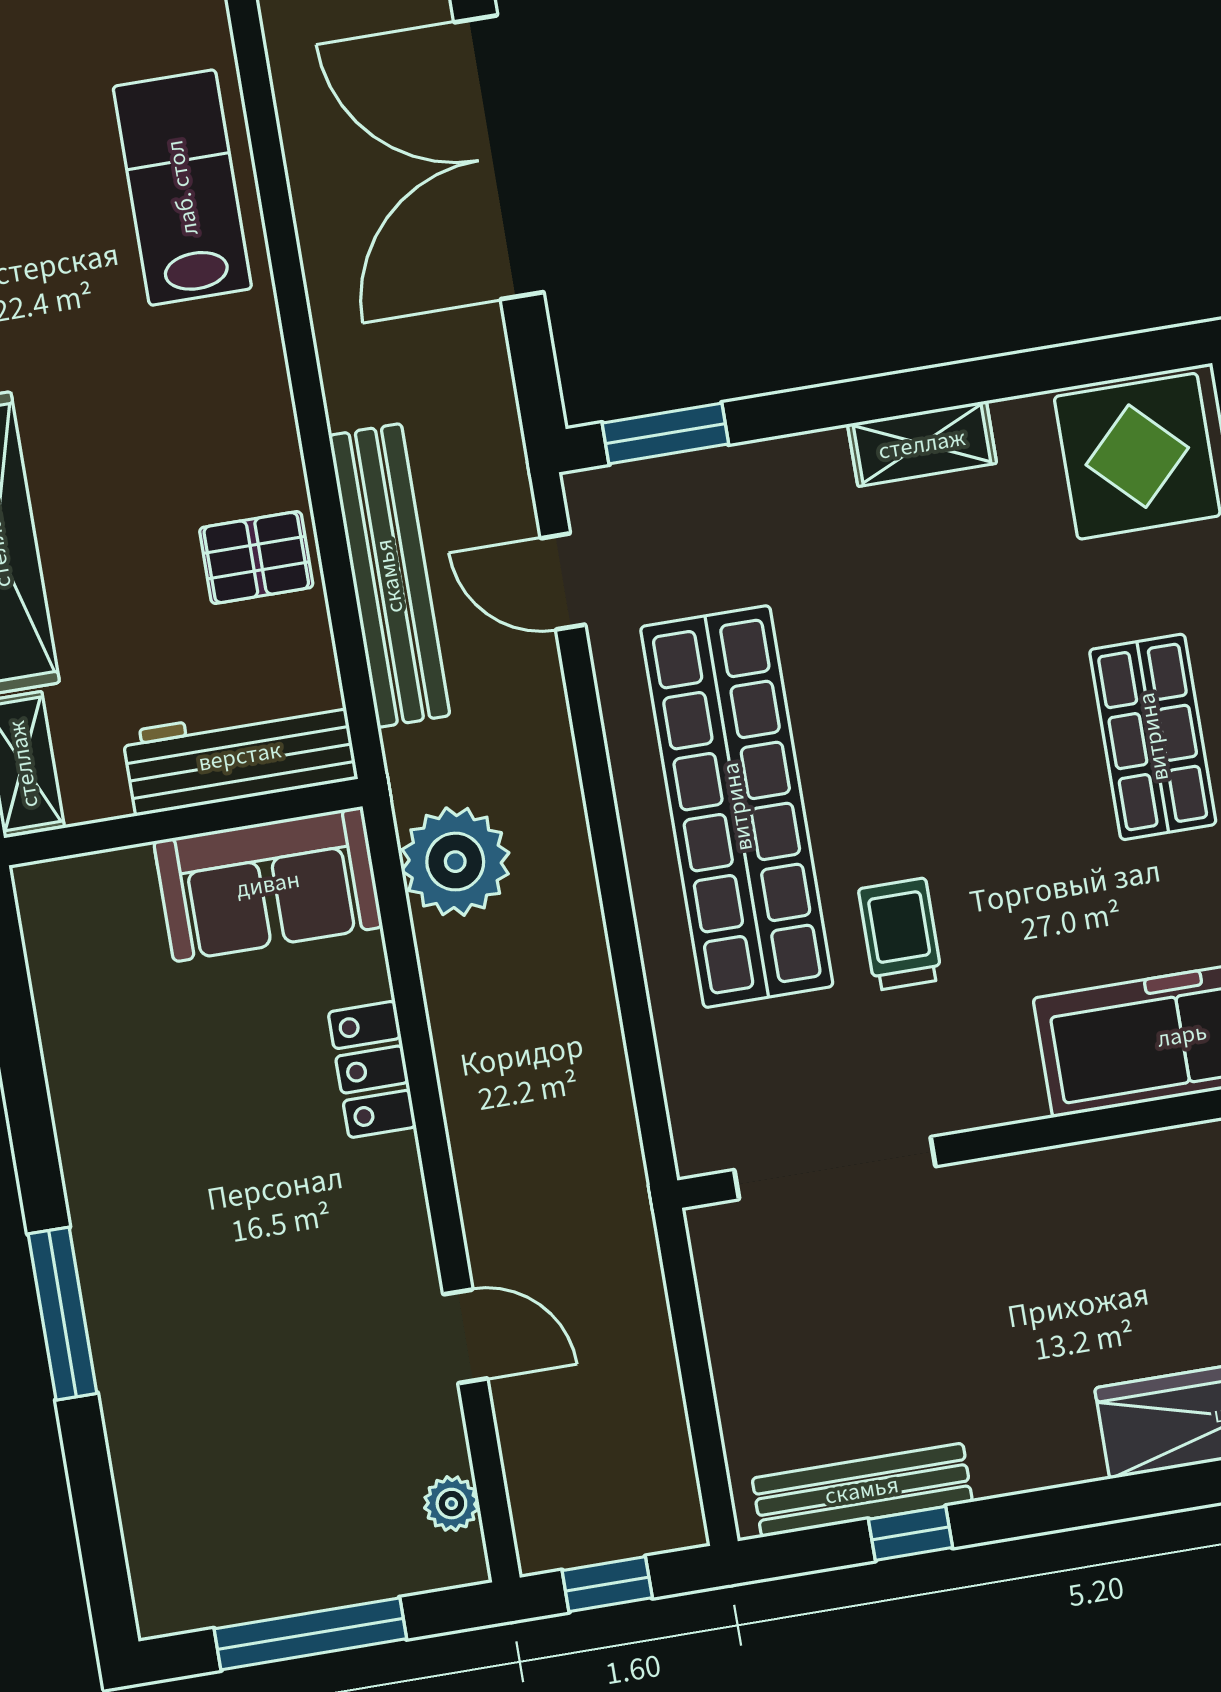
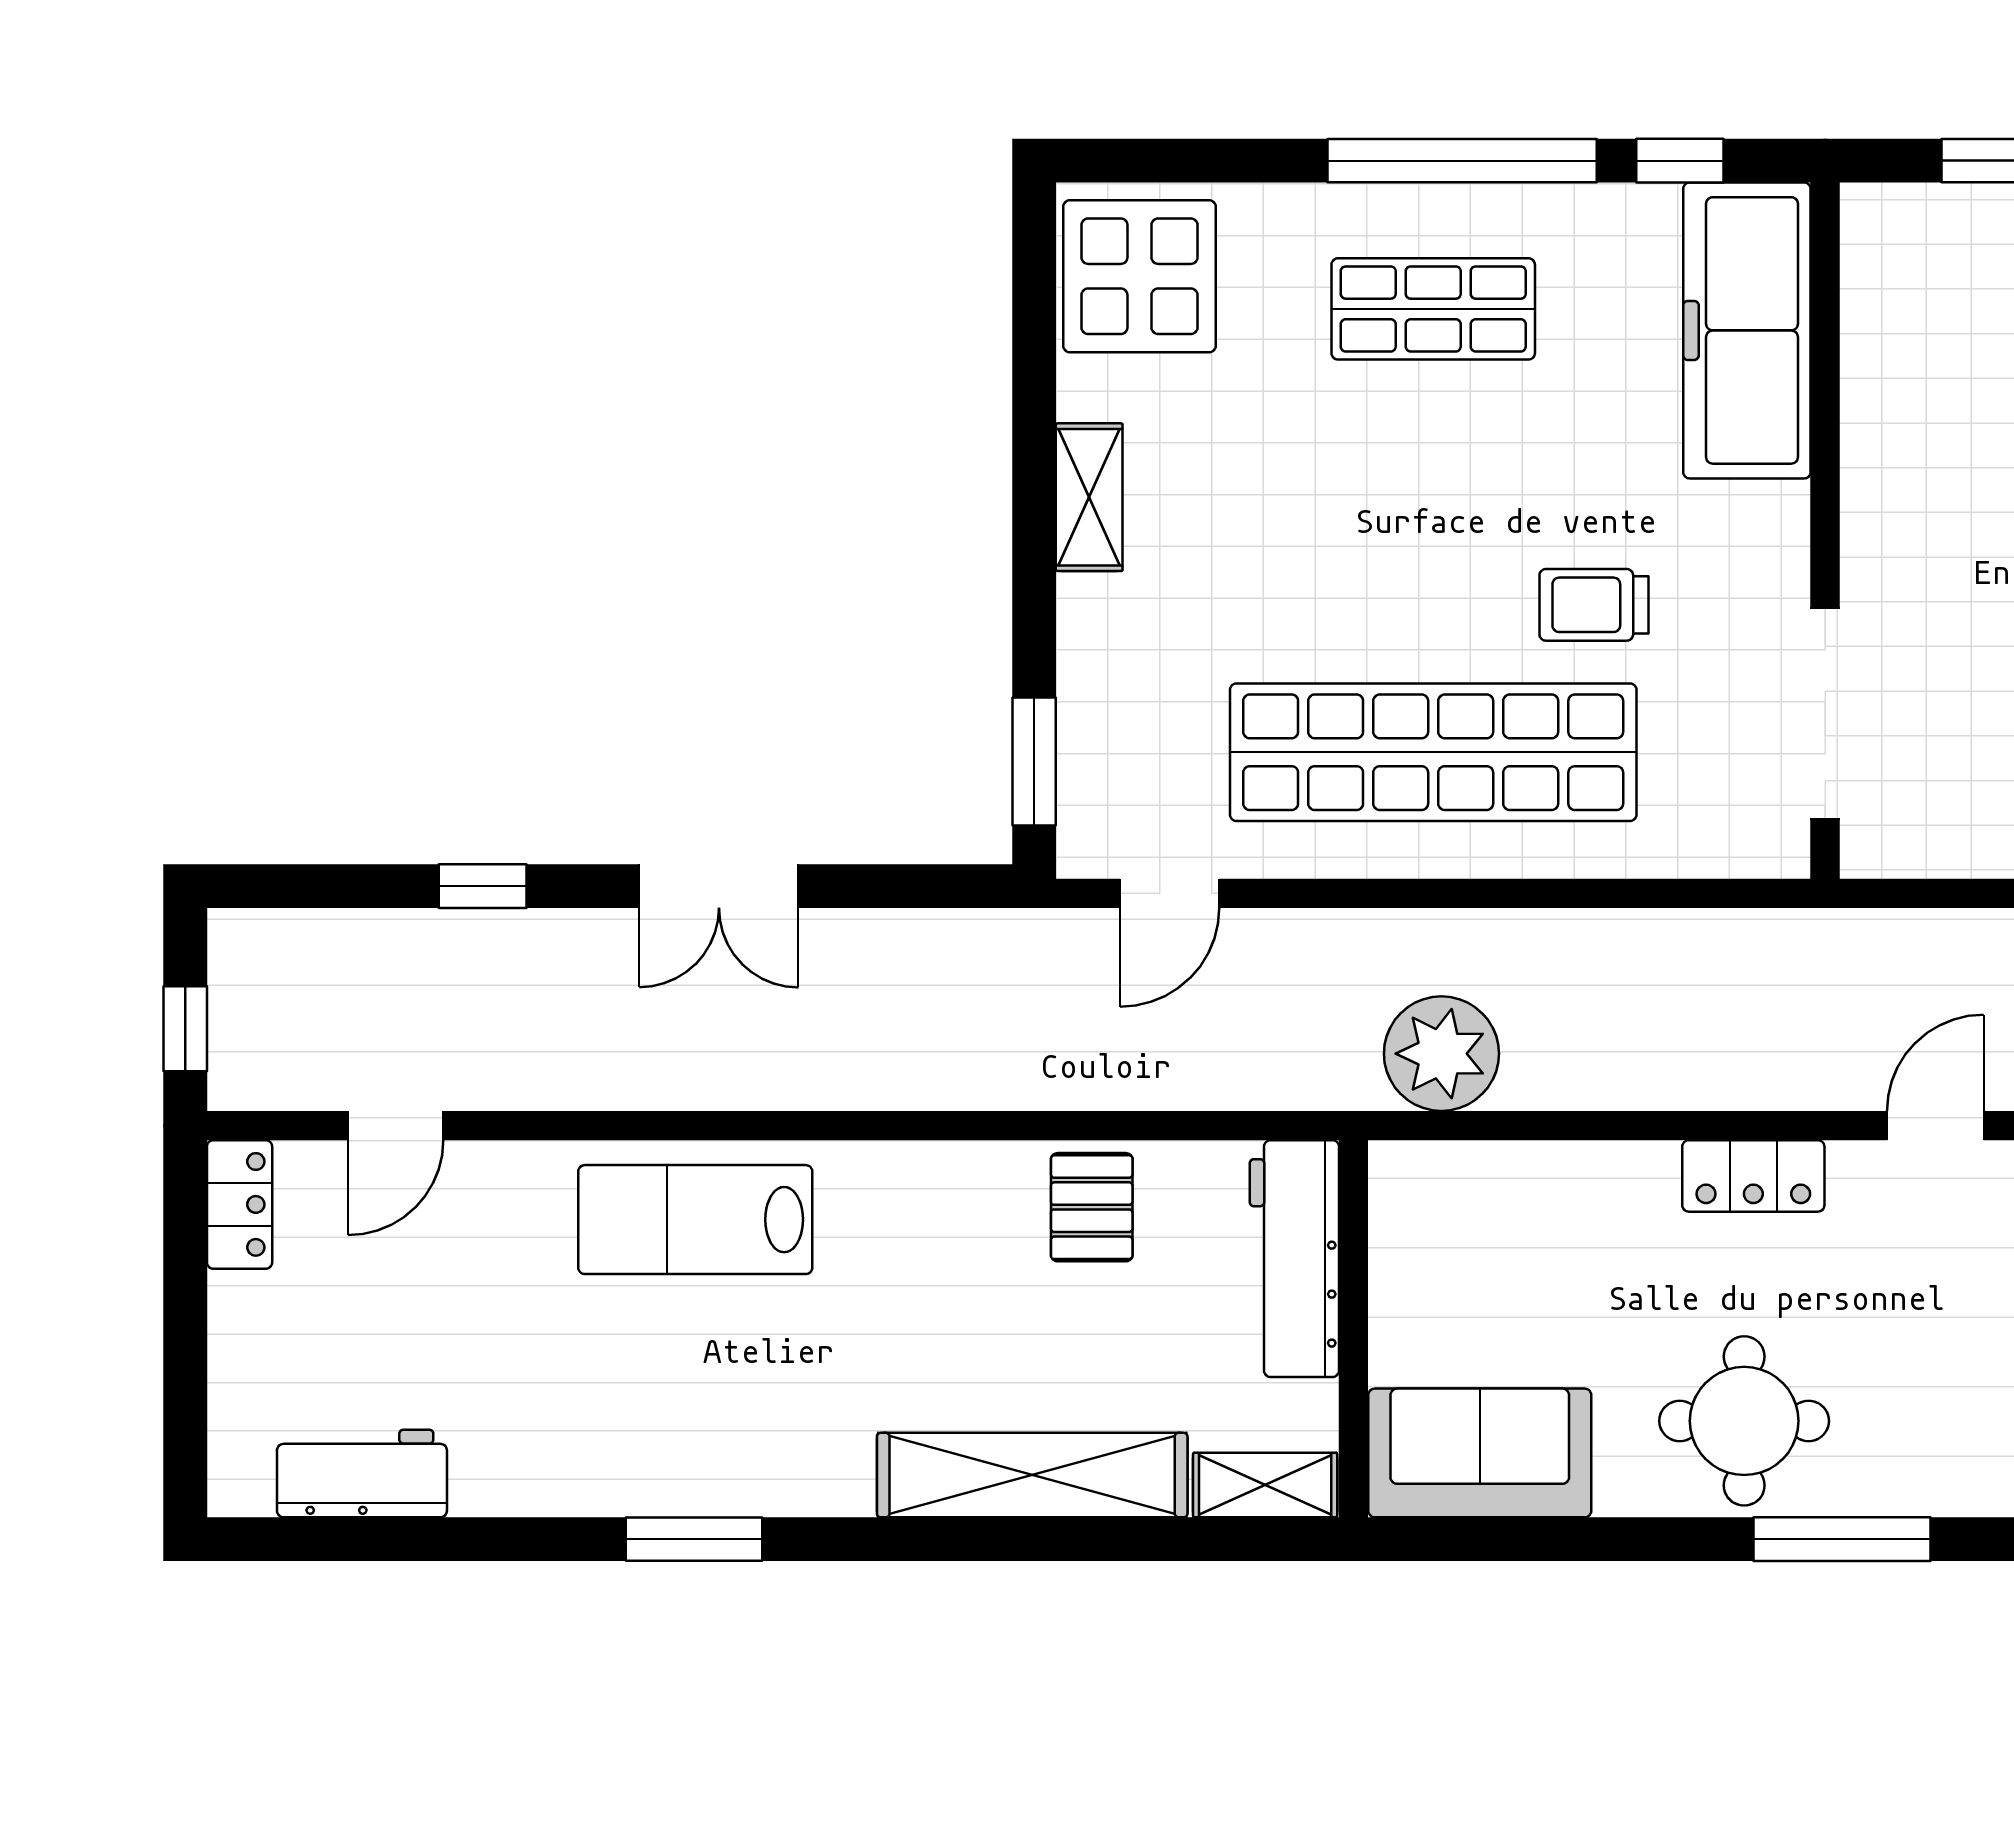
double door: (499, 157) -> (719, 886), width x0.54
bench: (389, 576) -> (1133, 1072), removed
sofa: (268, 884) -> (1480, 1453), moved, turned -90
locker: (372, 1069) -> (1753, 1176), moved
round table: (158, 1203) -> (1744, 1421), added

